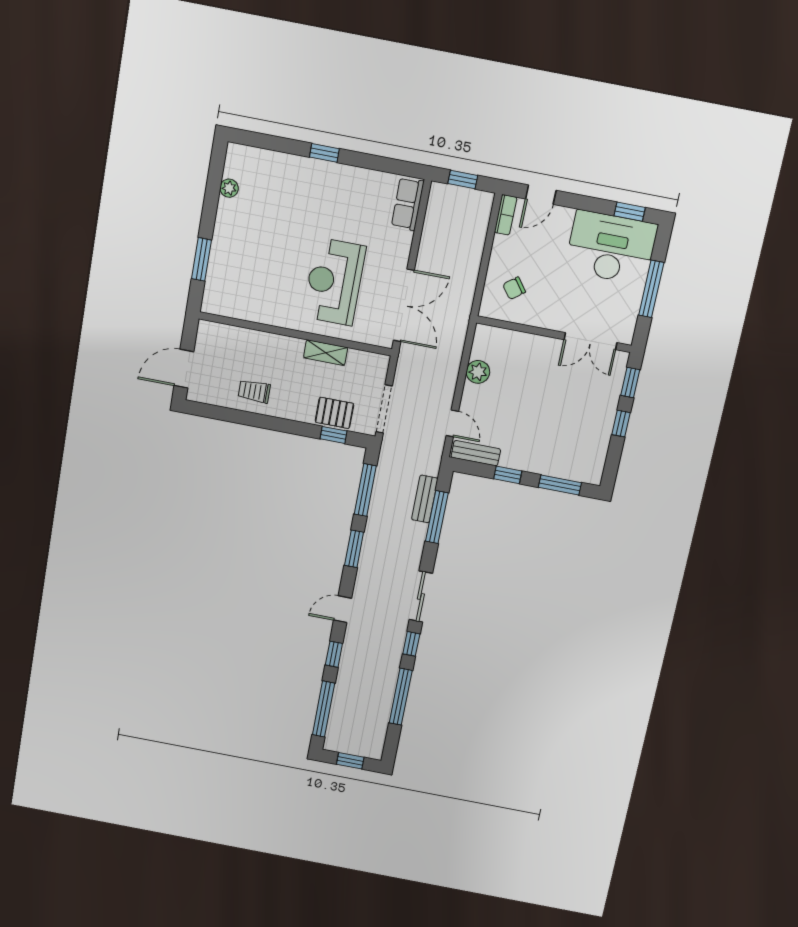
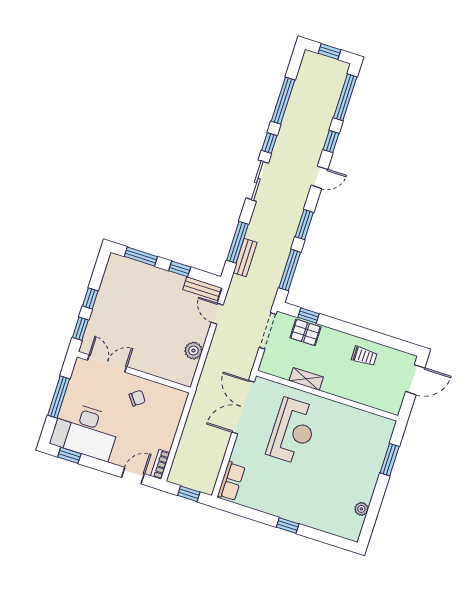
chair: (514, 288) -> (137, 398), moved

